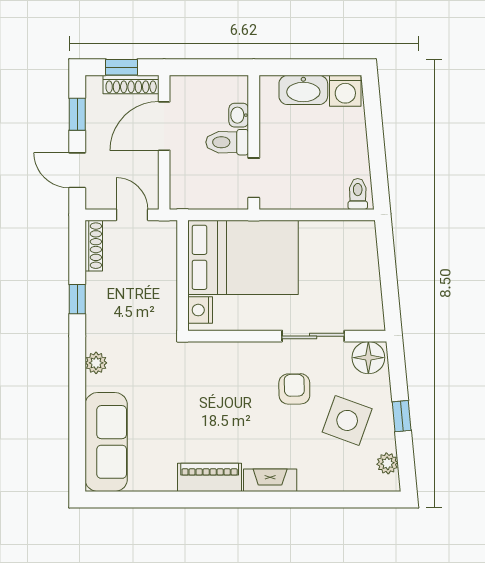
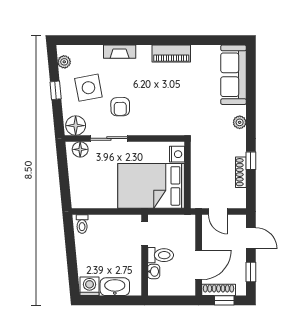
shoe rack: (94, 246) -> (241, 172), moved
floor lamp: (361, 318) -> (80, 149), added
side table: (347, 420) -> (88, 88), turned -31
fireplace: (270, 480) -> (120, 52), moved

